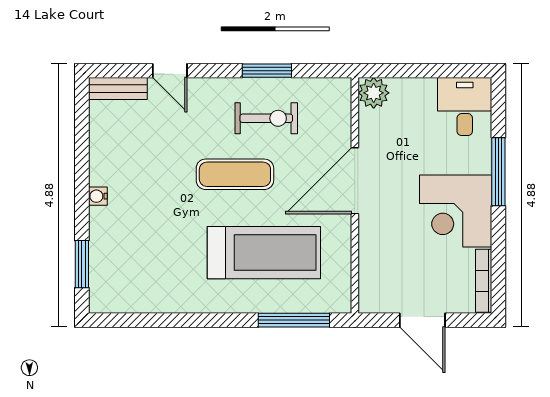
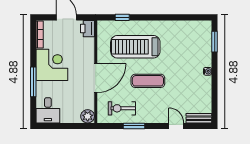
exercise bike: (266, 118) -> (122, 108), moved
printer: (374, 294) -> (87, 29), added
window: (294, 320) -> (122, 17), width x0.46

